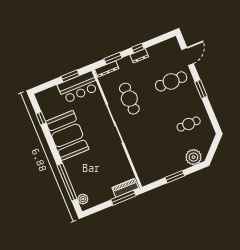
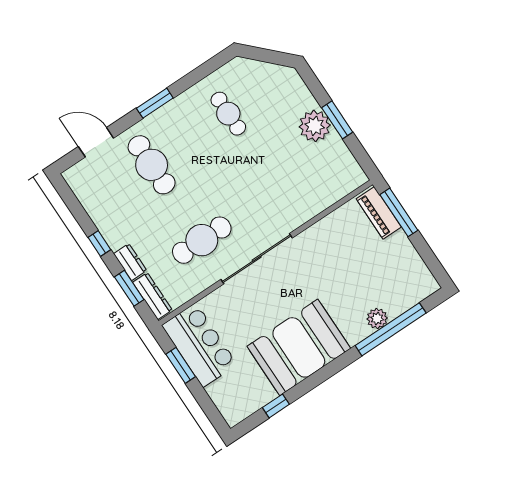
dresser: (139, 56) -> (130, 262), moved
plant: (193, 157) -> (315, 126), moved
plant: (83, 199) -> (377, 319), moved

